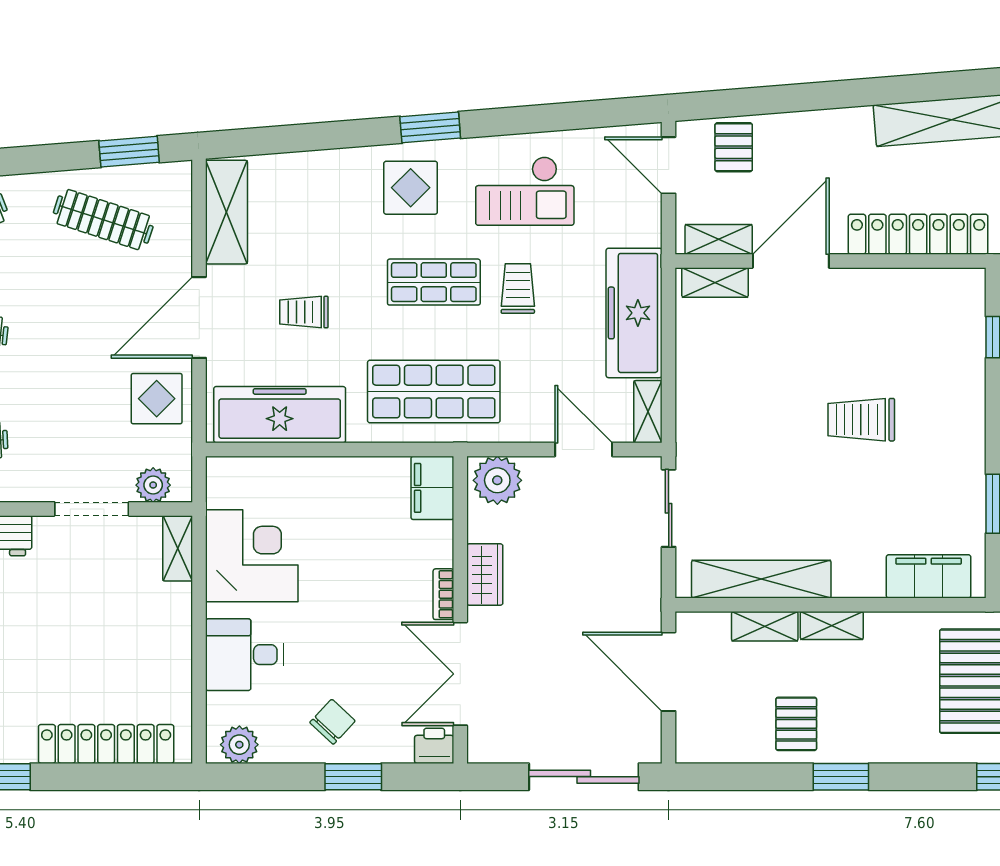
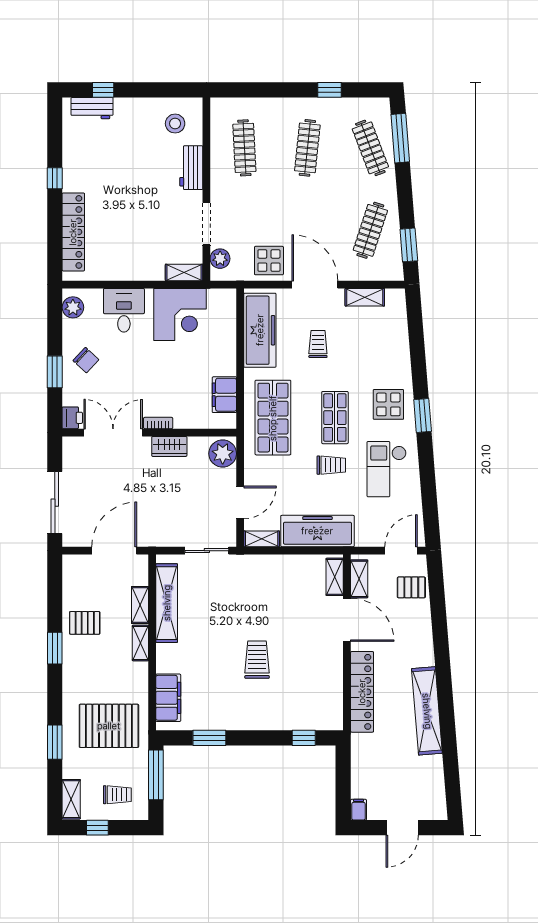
shelving: (226, 212) -> (365, 297), width x0.67, depth x0.75
filing cabinet: (432, 488) -> (224, 395), moved, turned -90

